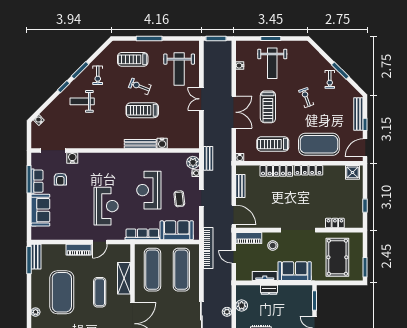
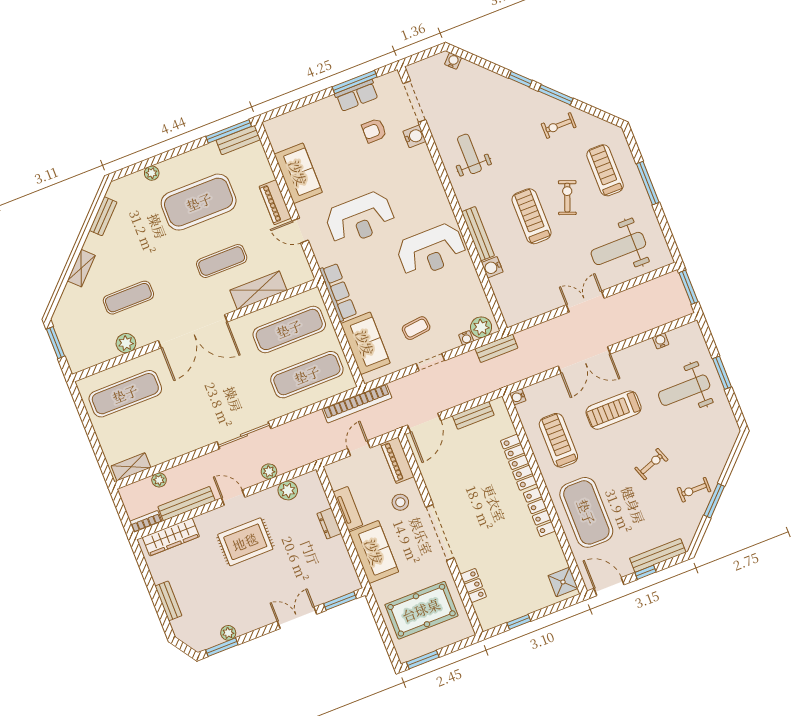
weight bench: (82, 101) -> (469, 154), moved
reception desk: (149, 190) -> (431, 251), moved, turned 180
sofa: (40, 210) -> (298, 173), moved, turned -90

